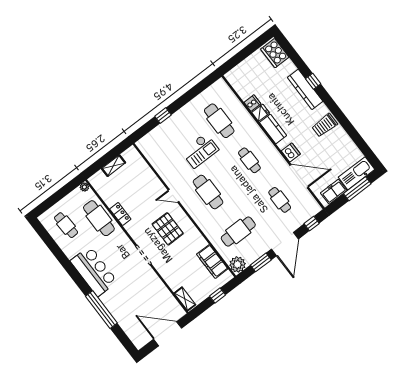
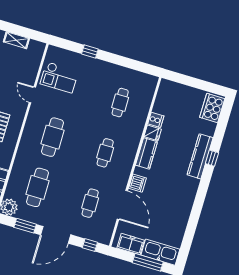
cafe table: (219, 121) -> (120, 103), width x0.73, depth x0.74
trolley: (325, 125) -> (182, 195), removed
checkout: (200, 151) -> (59, 77), moved
door: (174, 196) -> (32, 95), moved
cafe table: (238, 232) -> (38, 187), turned 90

